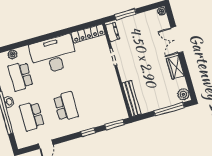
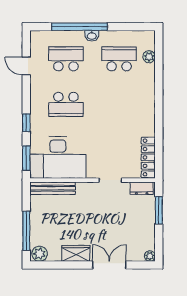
desk: (54, 55) -> (58, 157), moved, turned 90

